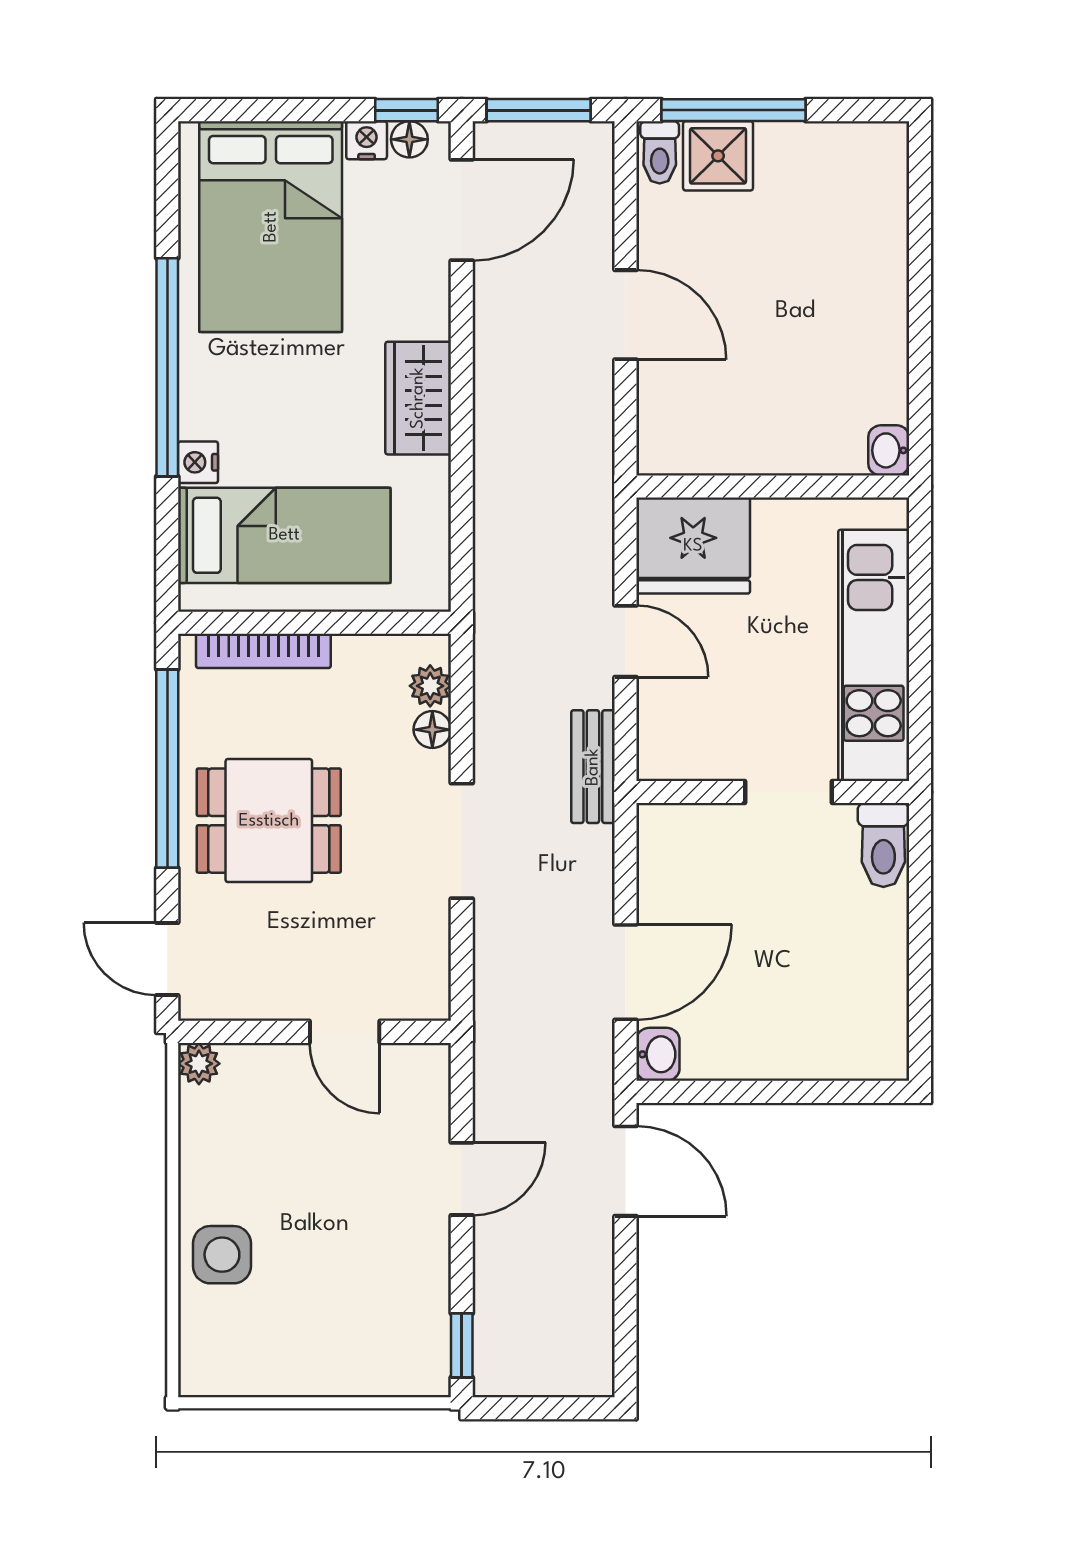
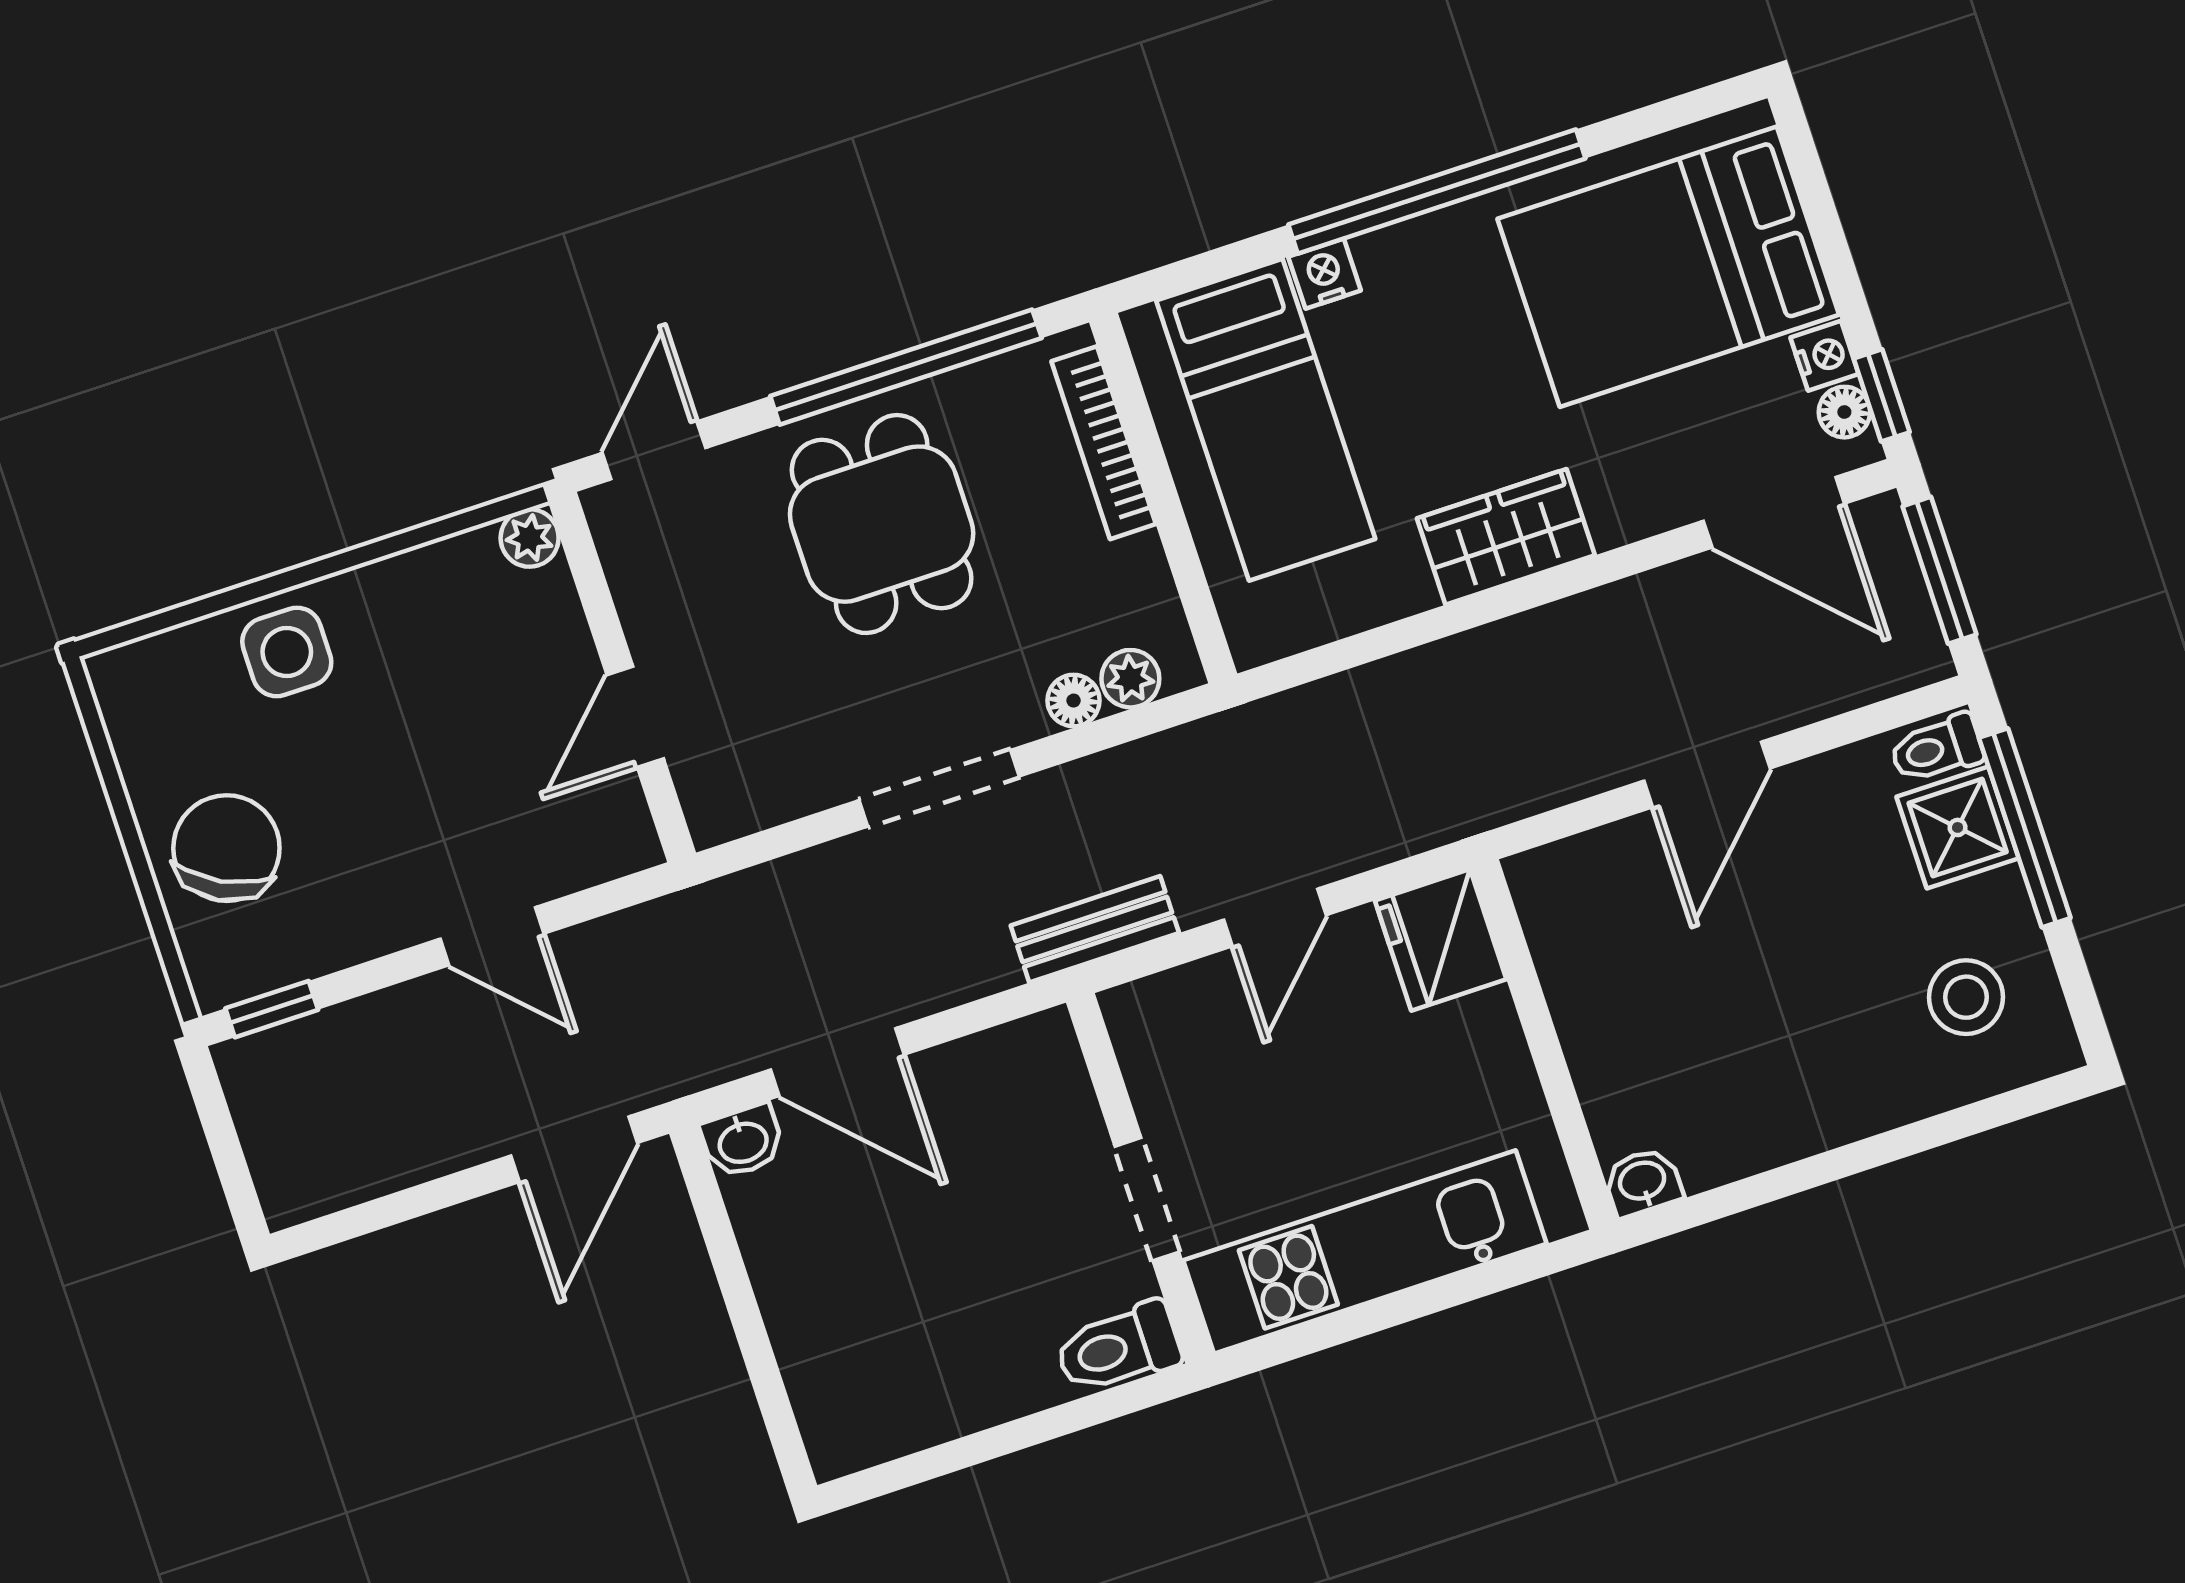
stool: (836, 188) -> (1966, 997), added
fridge: (693, 546) -> (1441, 940), width x0.73, depth x0.75
chair: (342, 1340) -> (226, 848), added

